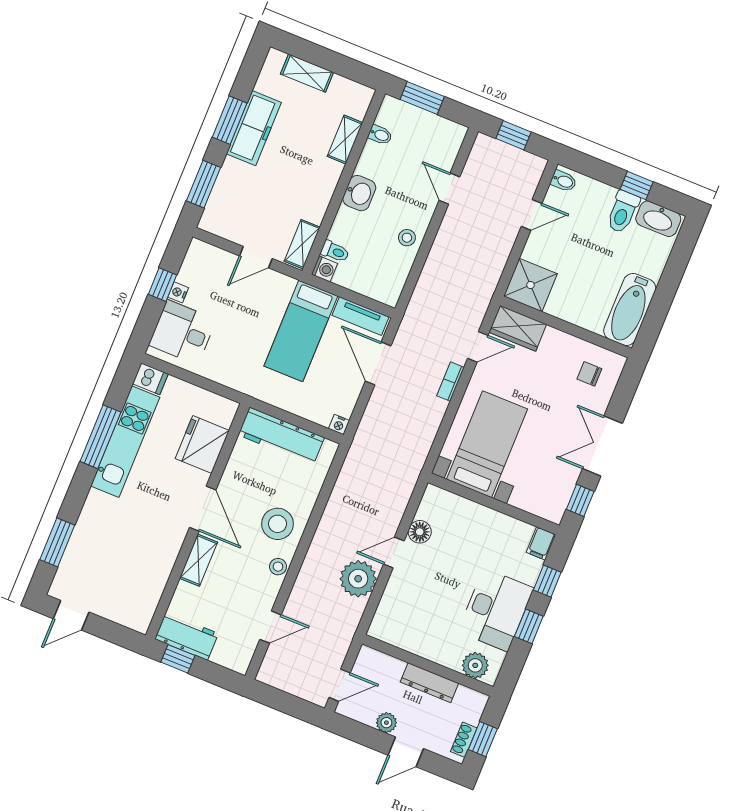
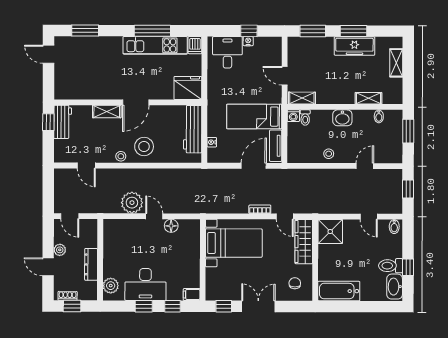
wardrobe: (518, 328) -> (304, 242), width x1.50
nightstand: (339, 425) -> (212, 142), moved
fridge: (202, 445) -> (188, 88), moved

